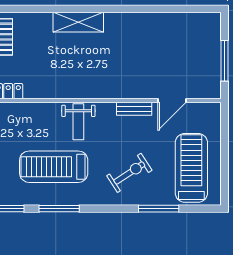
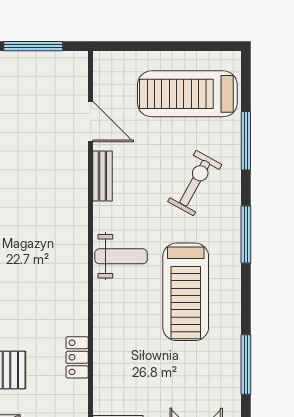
exercise bike: (129, 173) -> (195, 183), turned 62
window: (59, 209) -> (246, 235), moved

